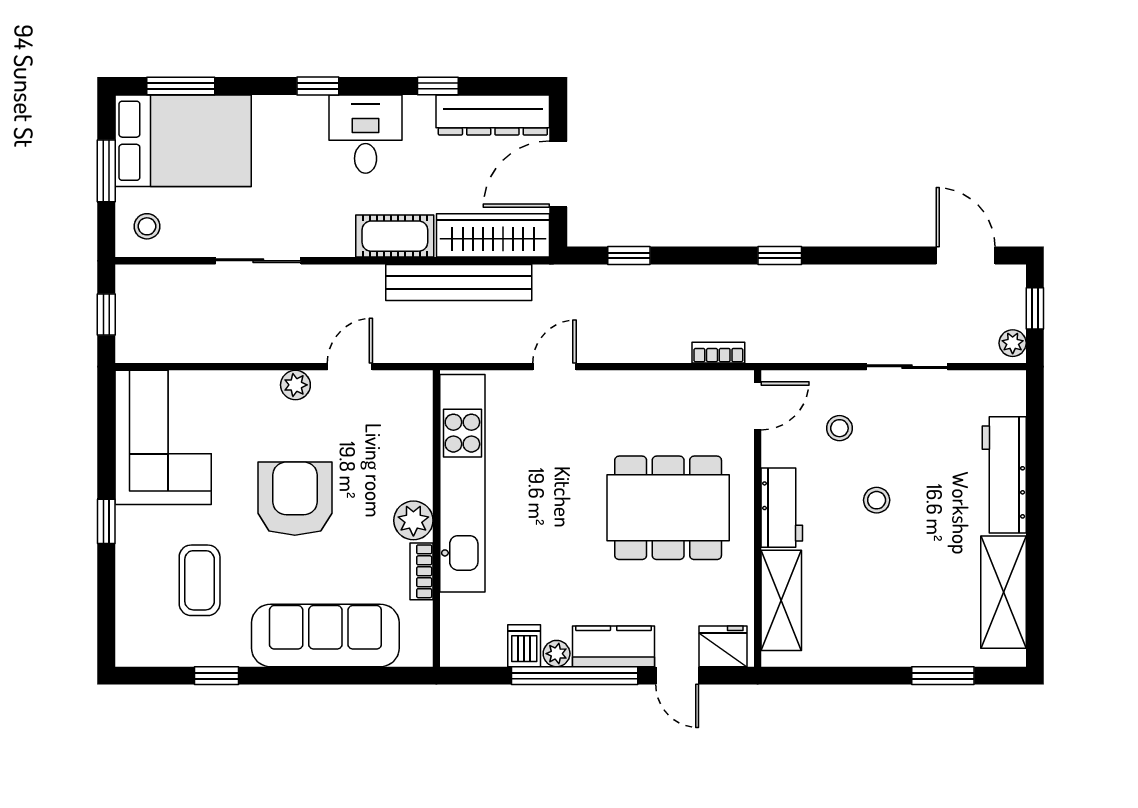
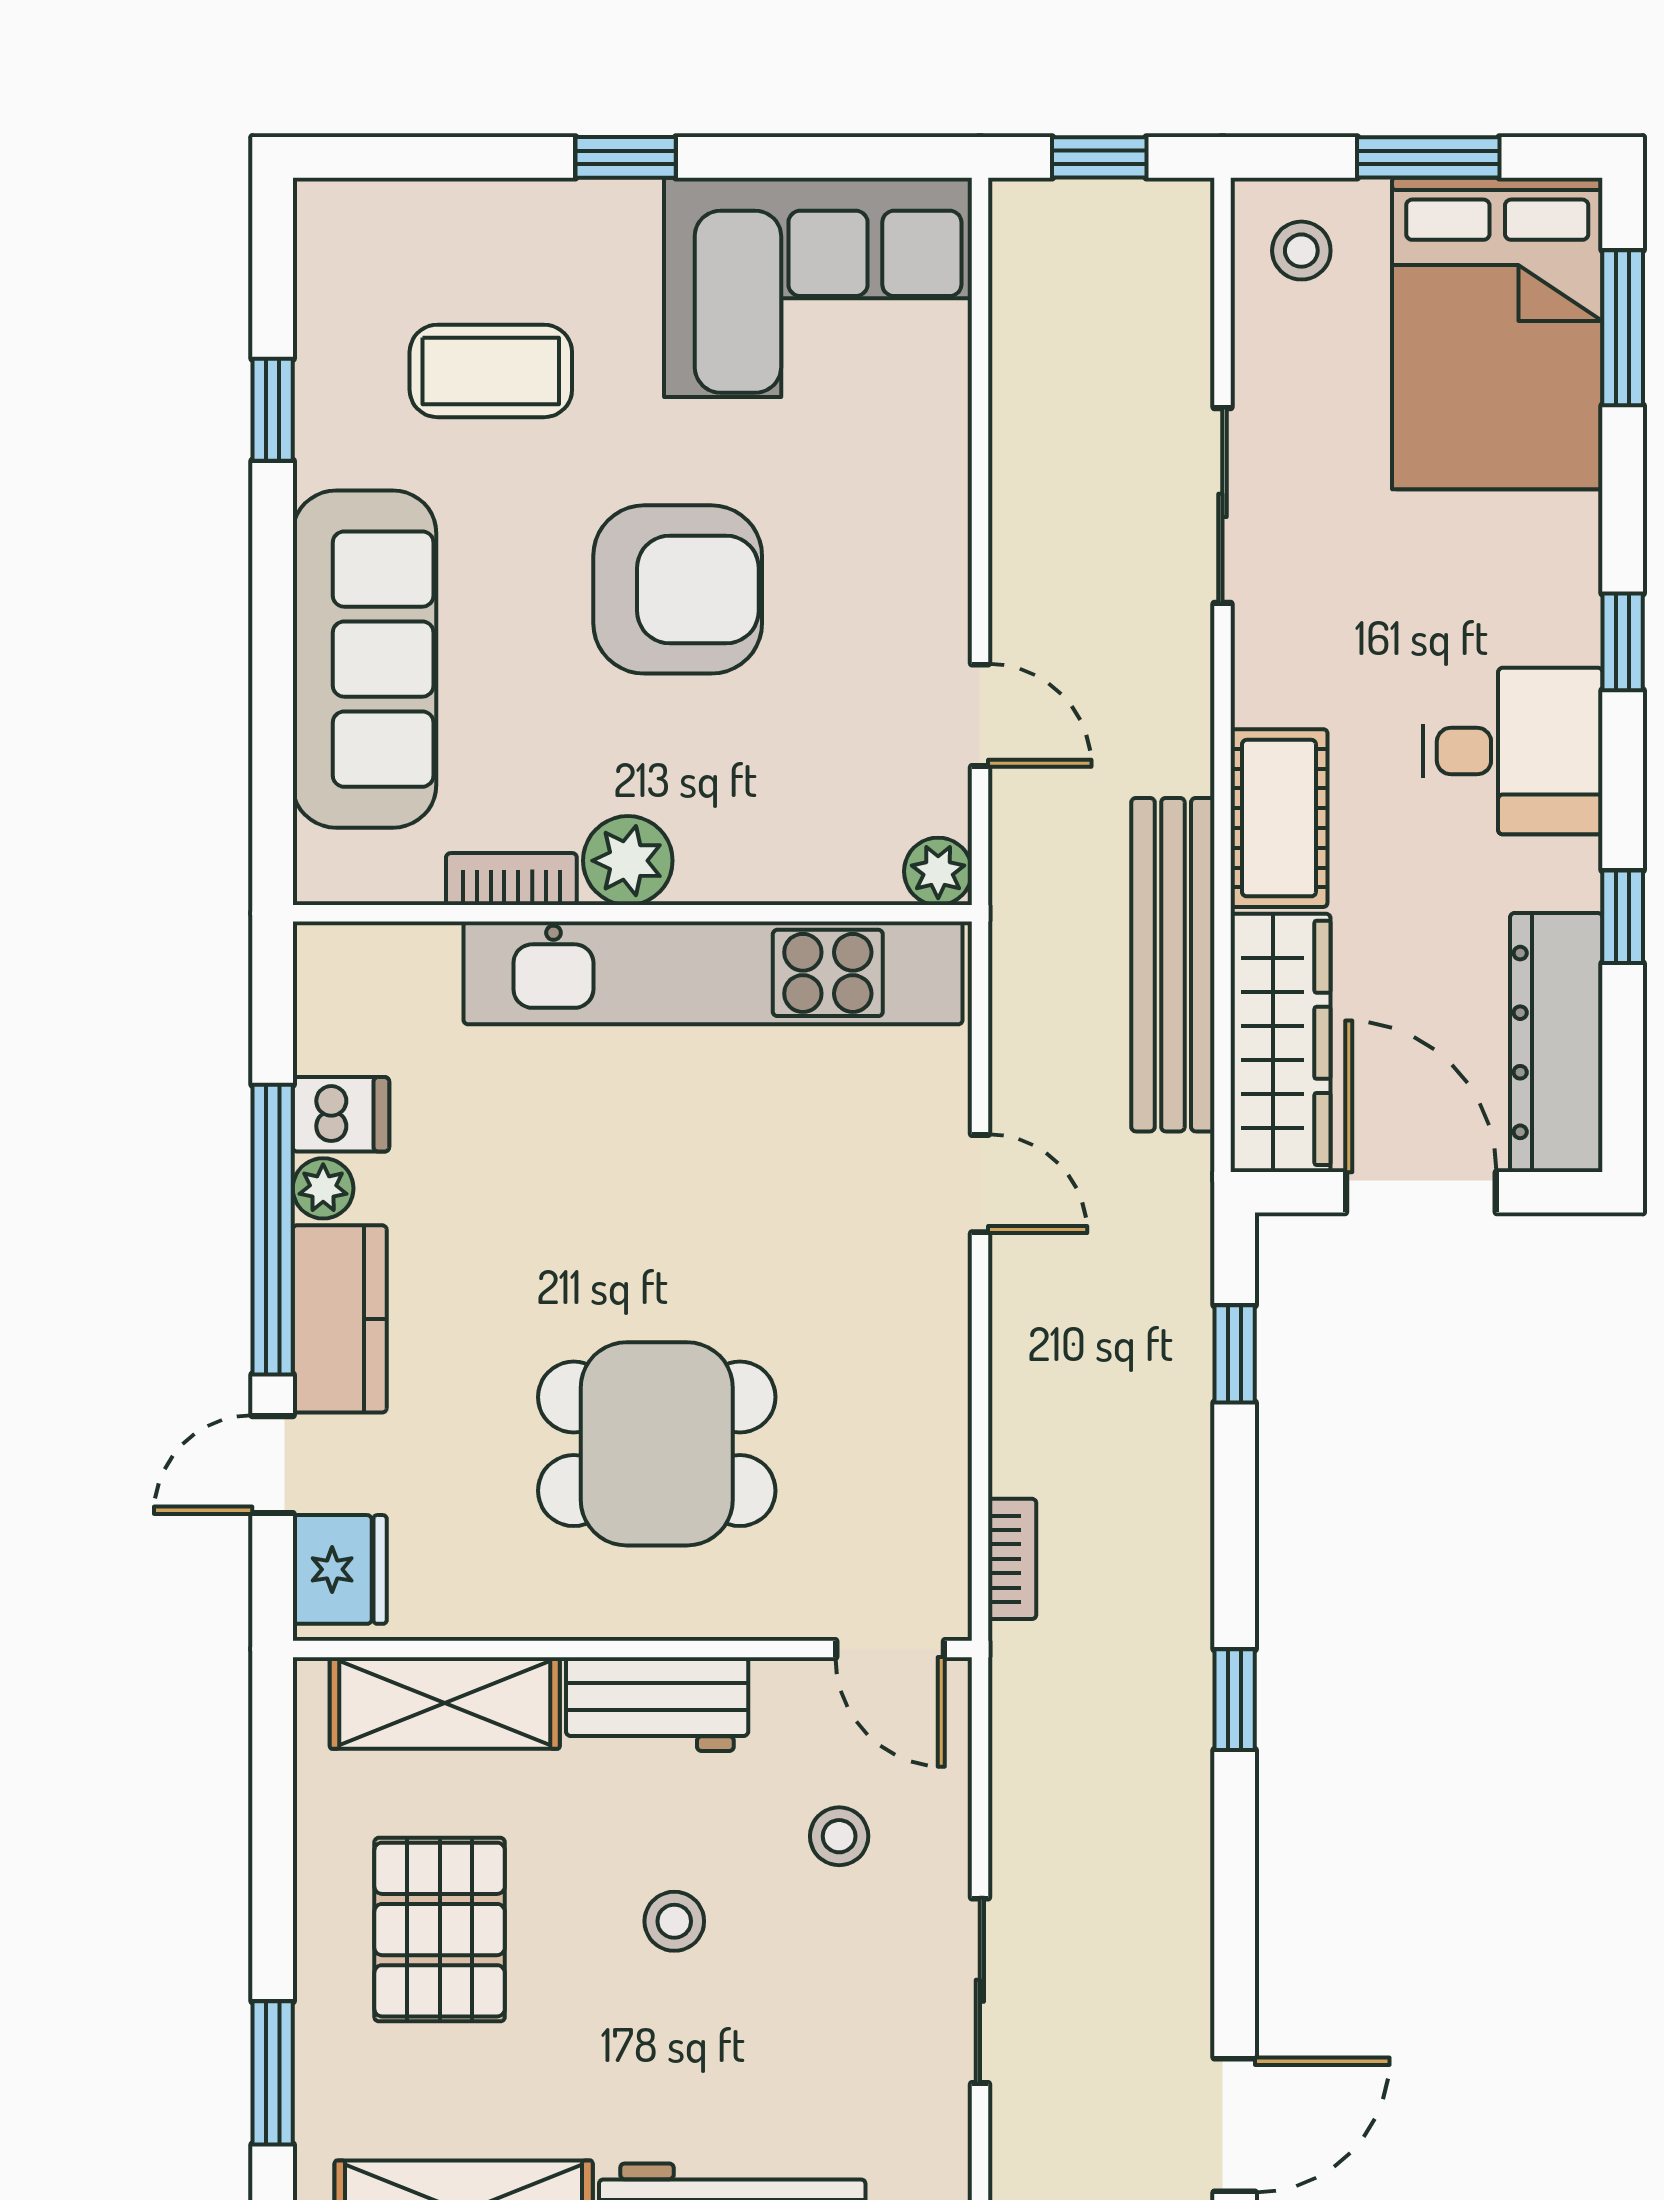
plant: (295, 385) -> (938, 871), moved
dining table: (668, 508) -> (657, 1444), width x0.73
pallet: (880, 603) -> (440, 1930), added

